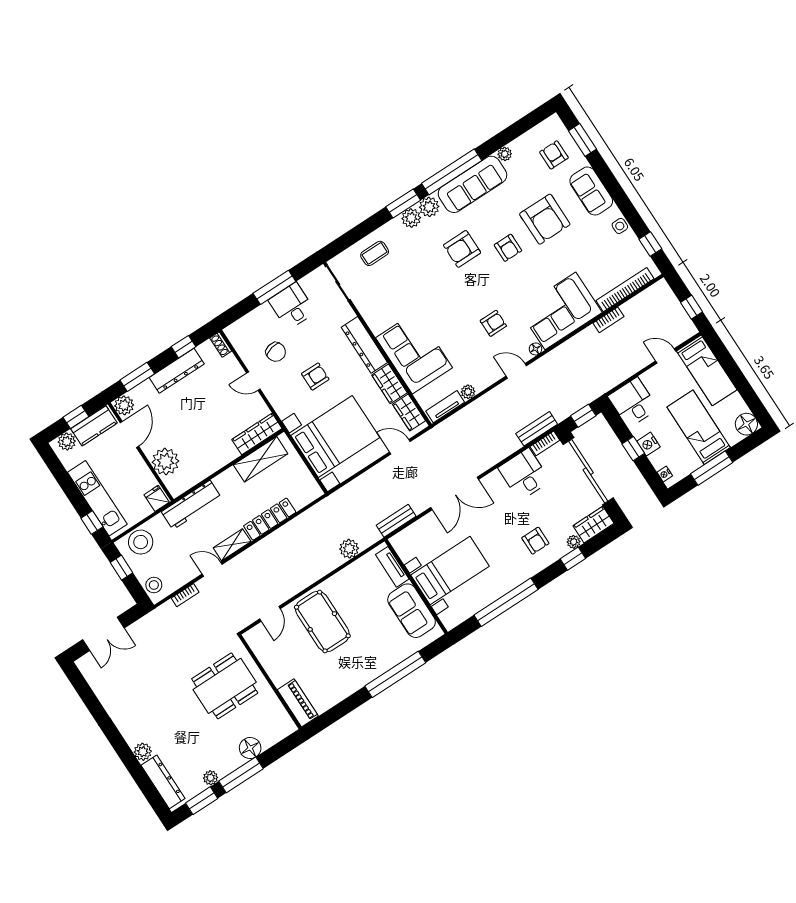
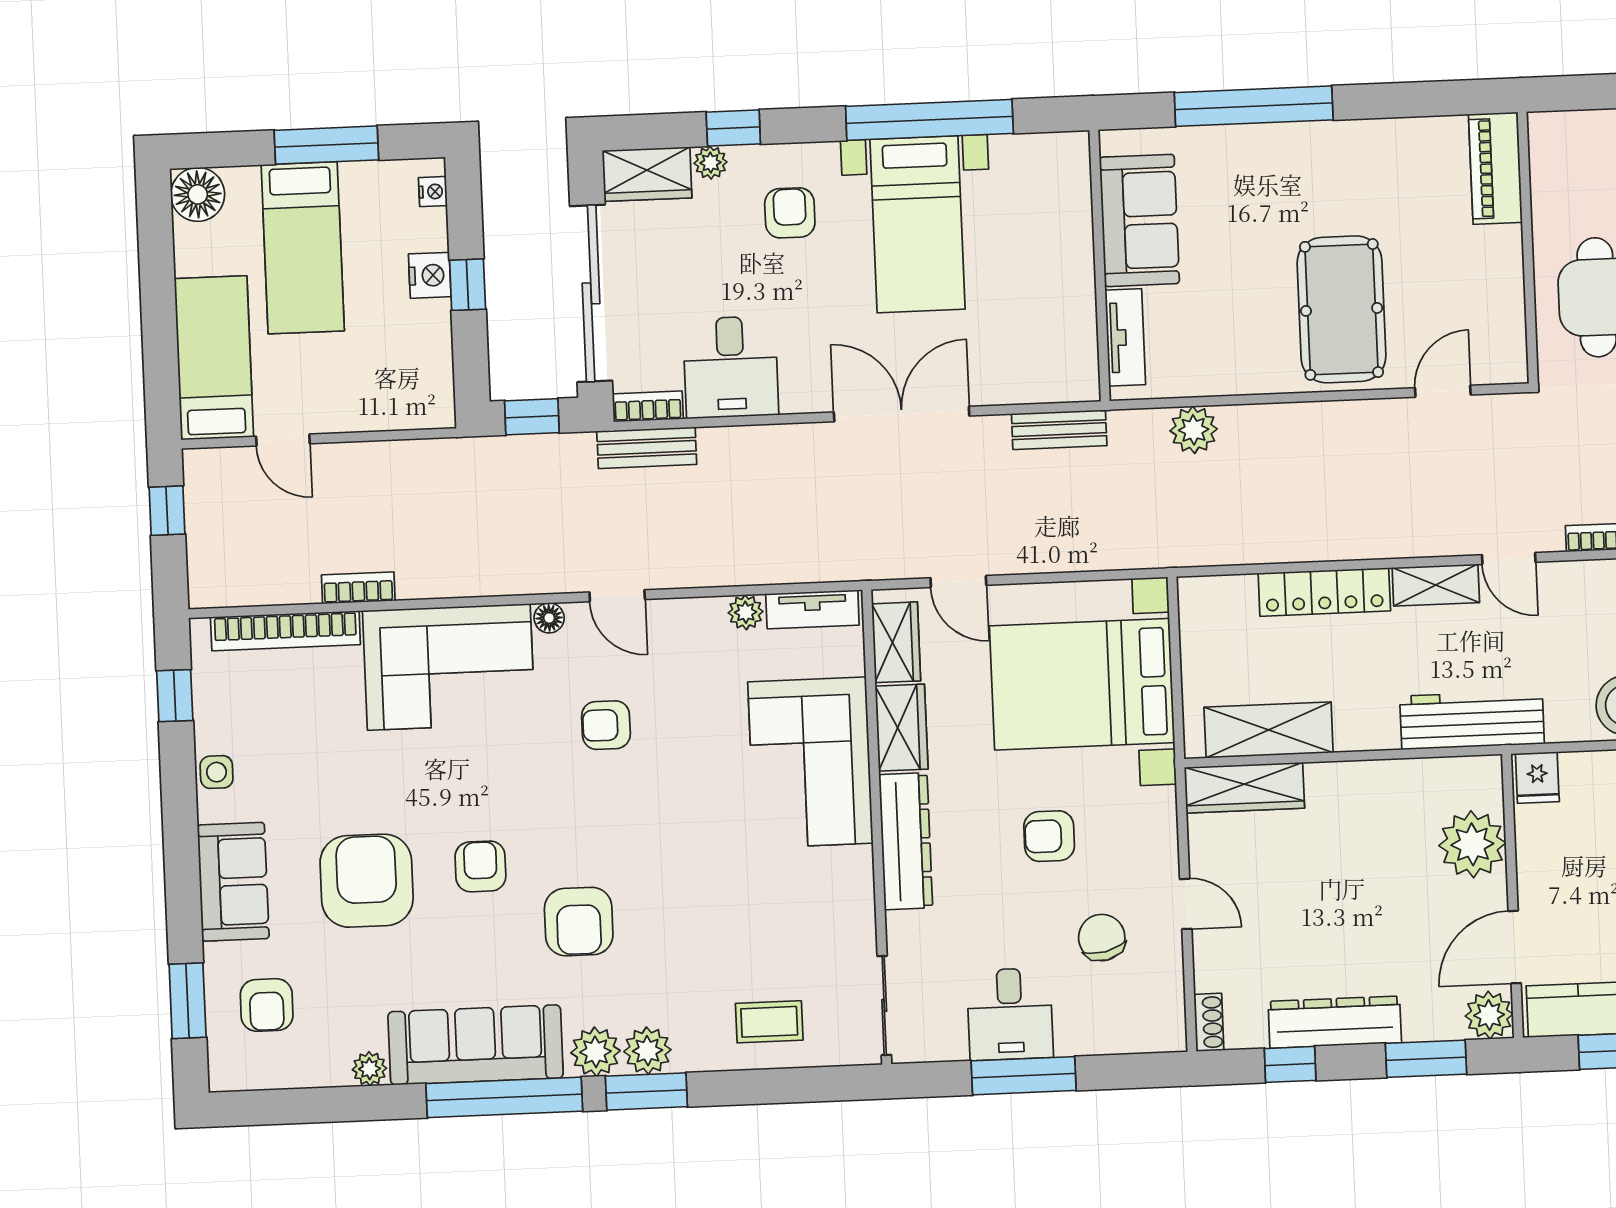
armchair: (462, 249) -> (579, 922), turned 90
desk: (633, 403) -> (410, 383), removed
bed with nightstands: (450, 571) -> (917, 224), moved, turned -90

